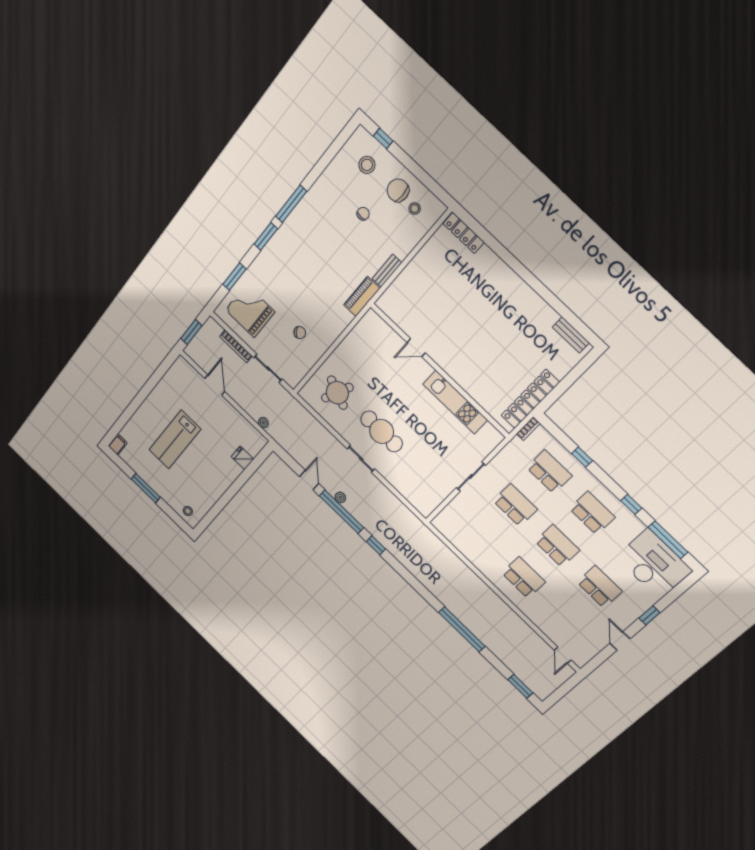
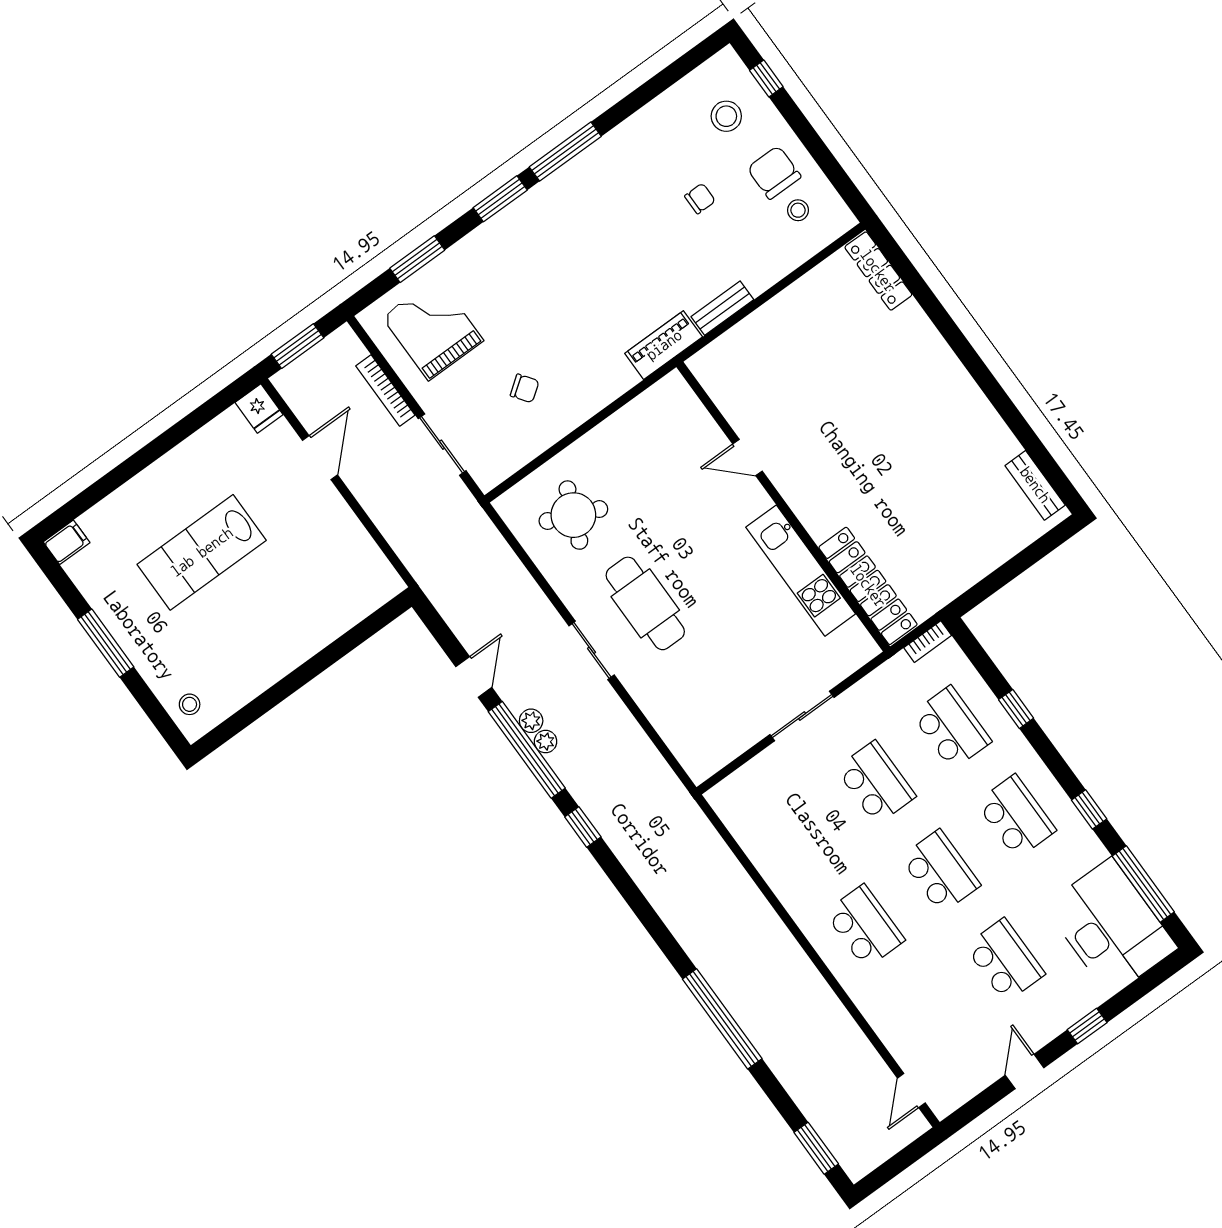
locker: (530, 399) -> (868, 586), moved, turned 90
plant: (263, 423) -> (546, 742), moved
fridge: (243, 458) -> (259, 408), moved, turned 180

